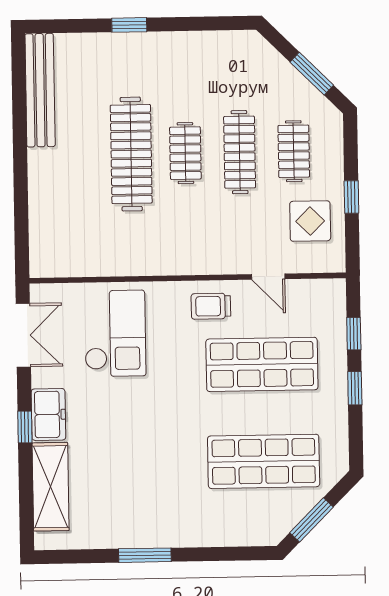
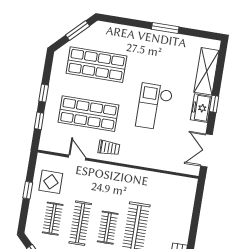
checkout: (115, 333) -> (154, 107), moved

